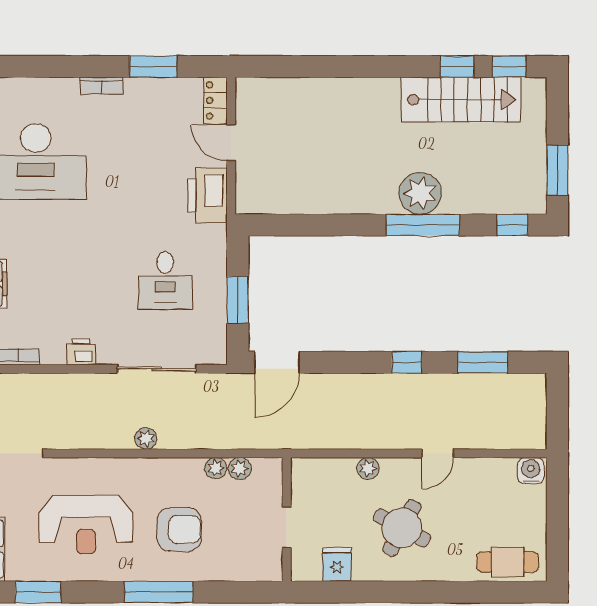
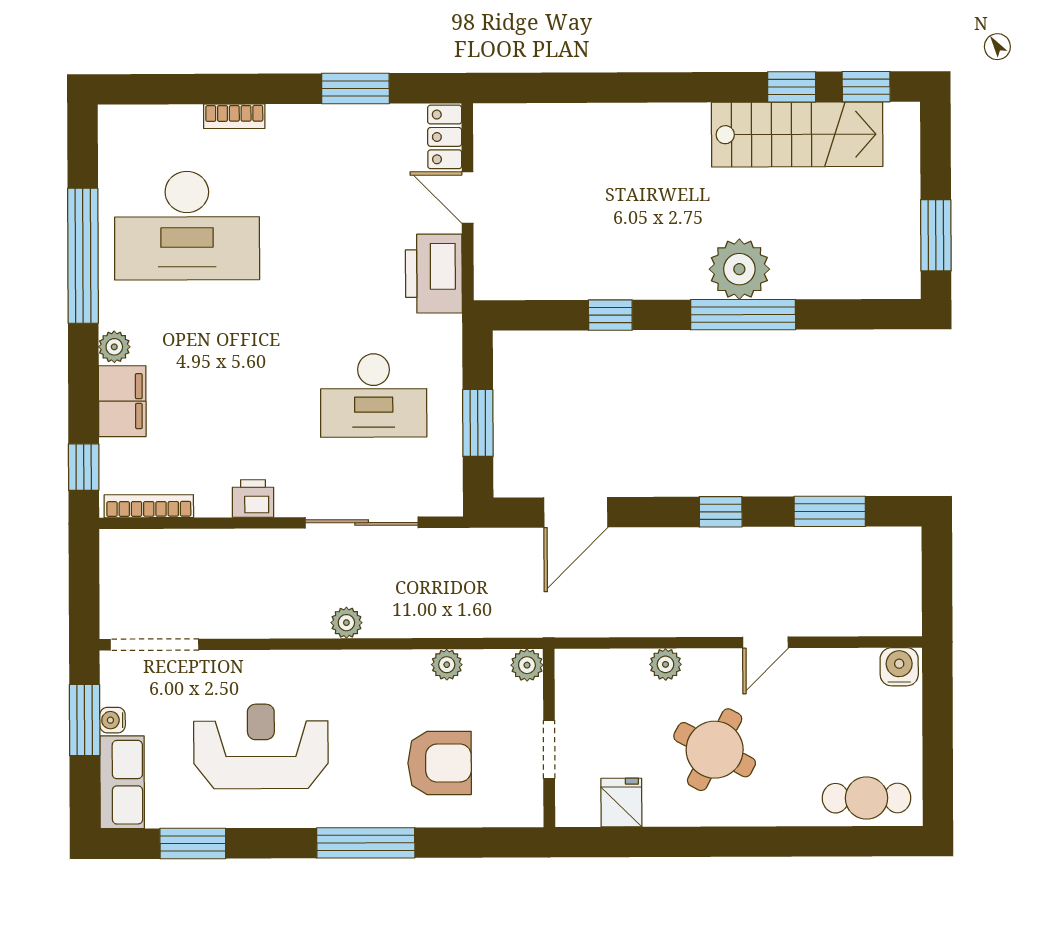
bookcase: (101, 86) -> (234, 116), moved
window: (512, 225) -> (610, 315), moved
desk: (165, 280) -> (374, 395), width x1.37
door: (277, 362) -> (576, 512), moved
plant: (240, 469) -> (527, 665), moved
reception desk: (86, 525) -> (261, 746), turned 180
armchair: (179, 529) -> (440, 763), moved

